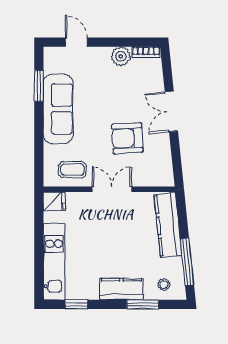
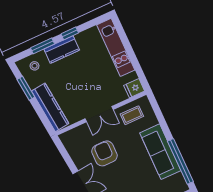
window: (39, 86) -> (180, 161), width x2.11
armchair: (127, 138) -> (105, 153), turned -87
window: (187, 262) -> (26, 88), width x0.69
window: (76, 304) -> (70, 33), moved

